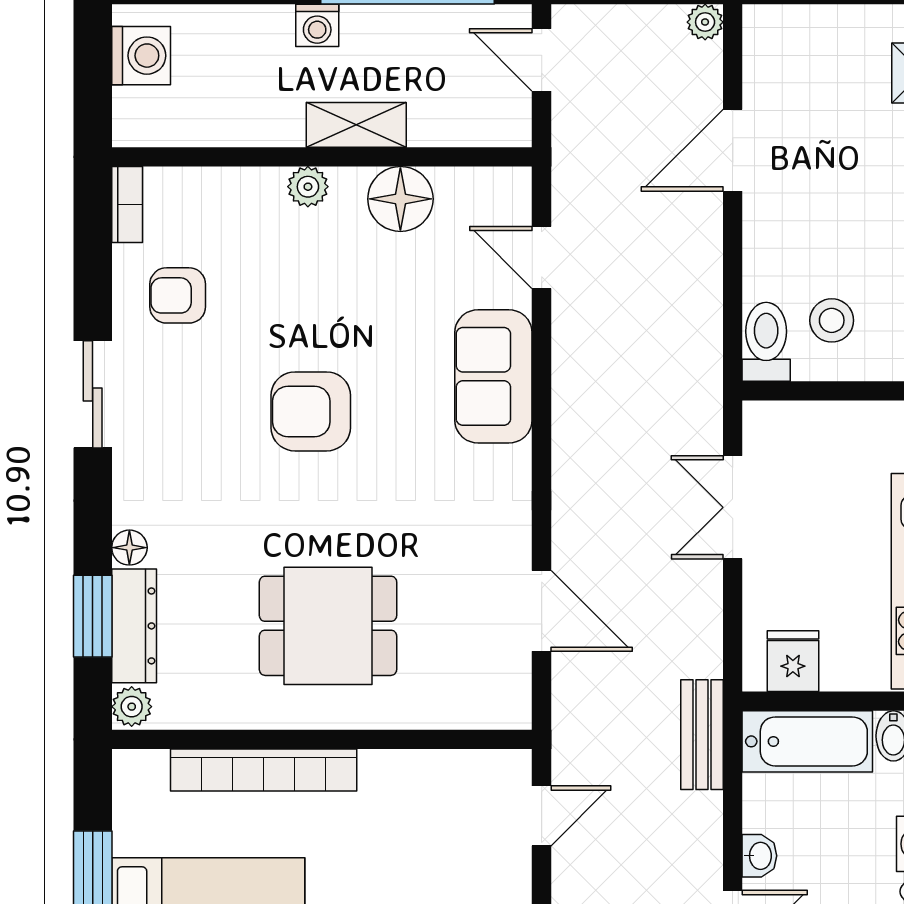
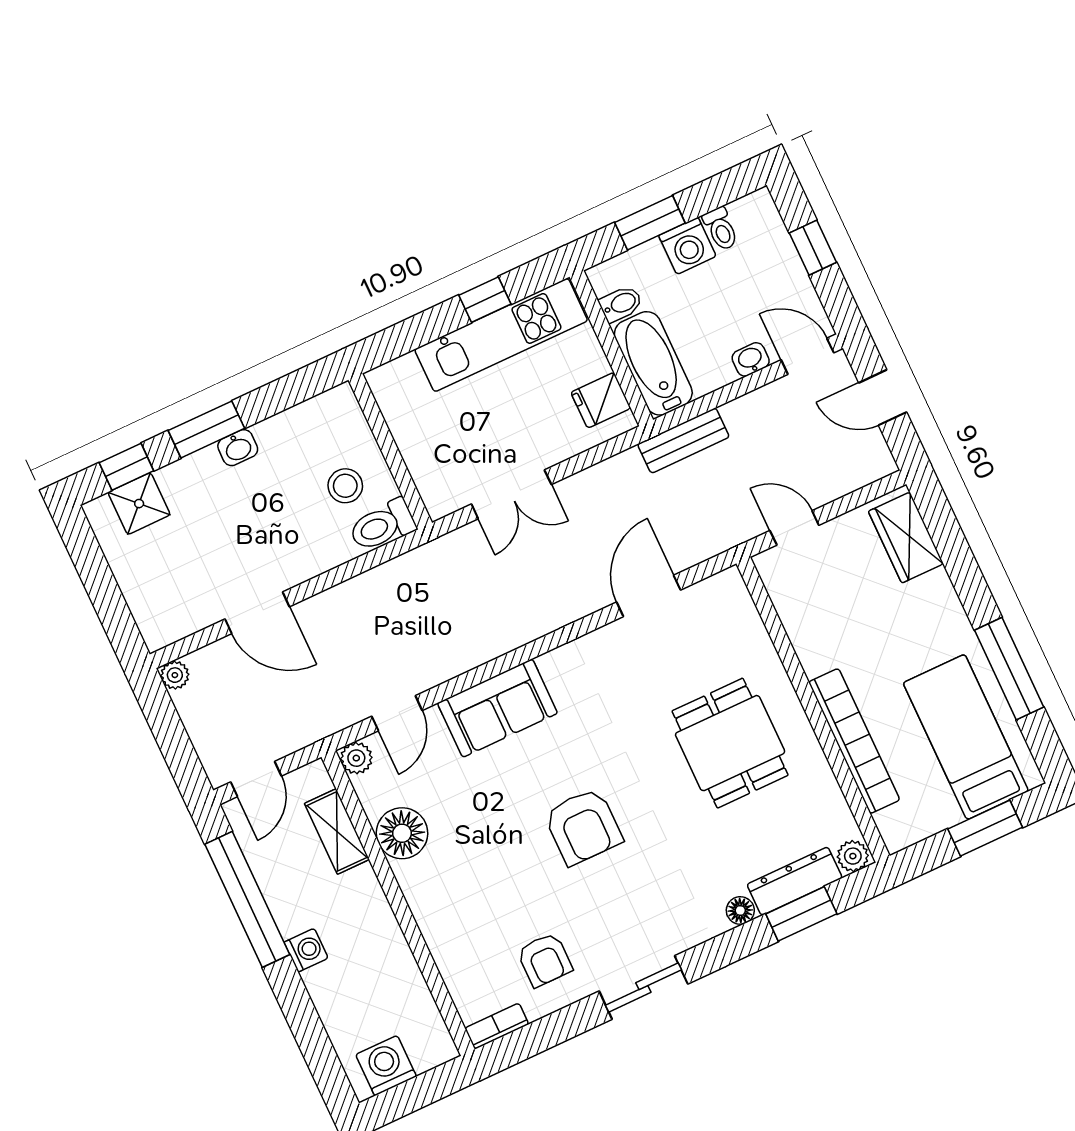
shelving: (356, 125) -> (337, 831), moved
plant: (308, 187) -> (356, 758), moved

